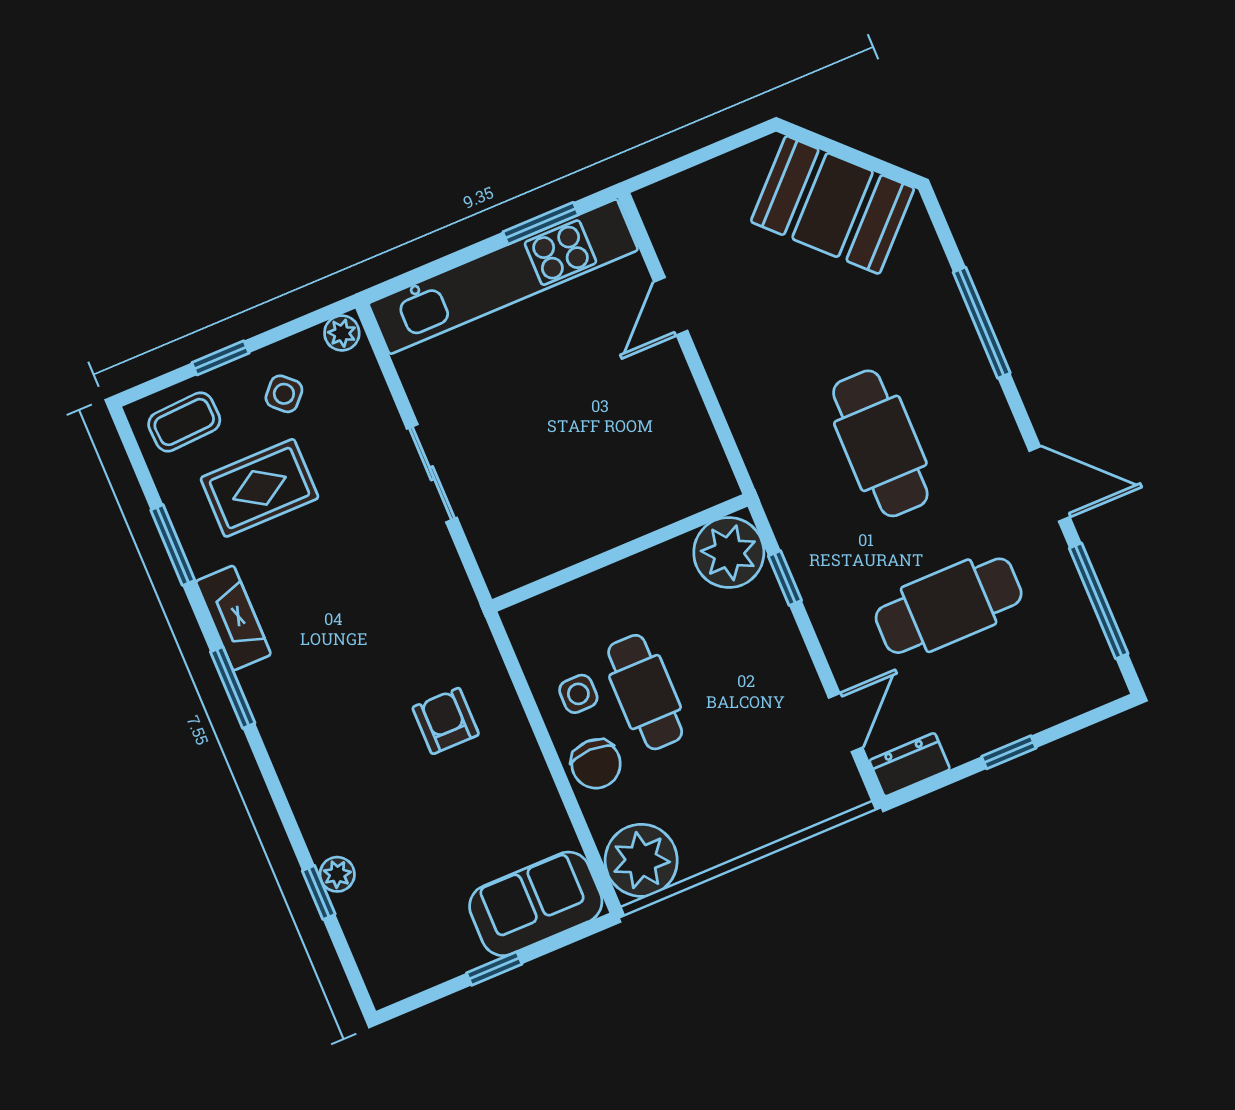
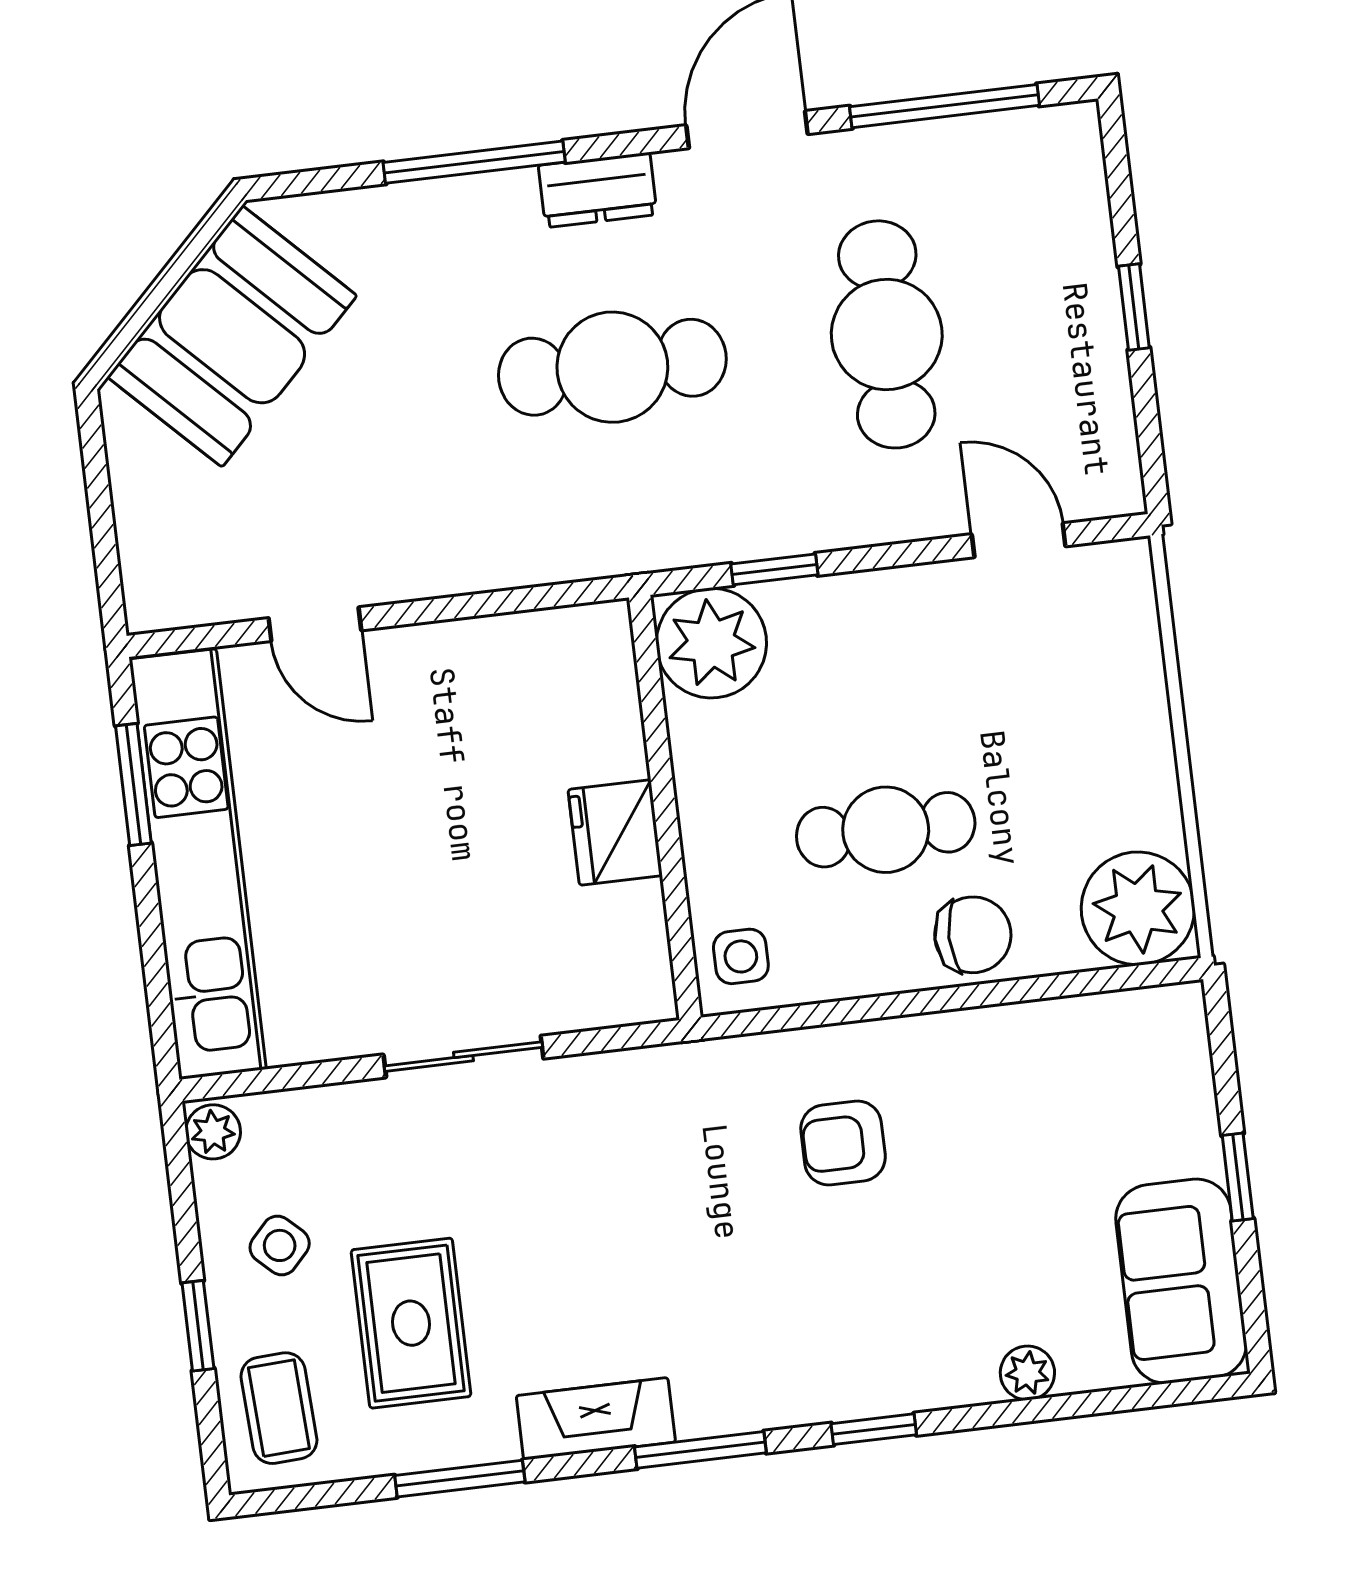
fridge: (596, 527) -> (615, 833), added
side table: (578, 694) -> (741, 956), moved
dresser: (910, 765) -> (598, 190), moved, turned -90
window: (319, 892) -> (874, 1429), moved
sofa: (536, 904) -> (1181, 1281), moved

